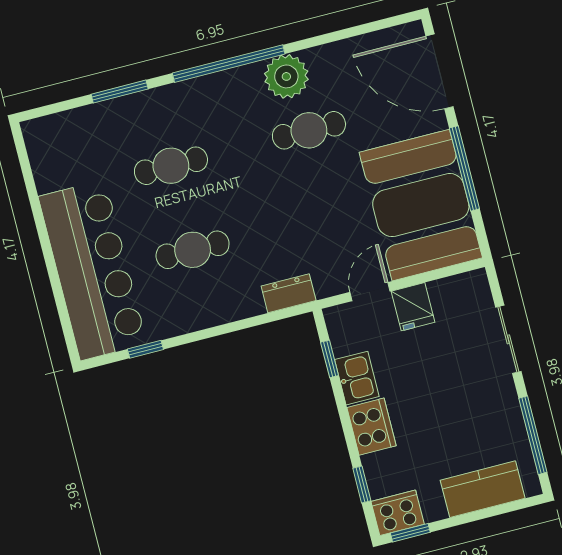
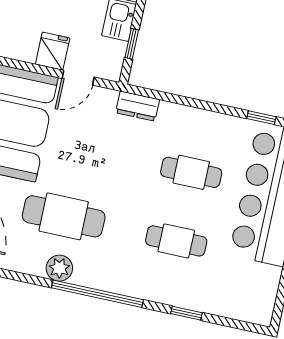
plant: (286, 76) -> (59, 268), width x0.73, depth x0.73
window: (120, 92) -> (186, 313), width x0.67
cafe table: (309, 130) -> (64, 216), width x1.37, depth x1.35

